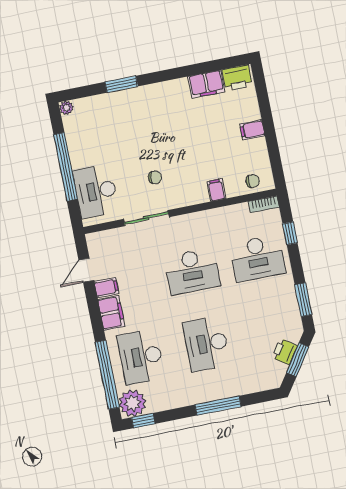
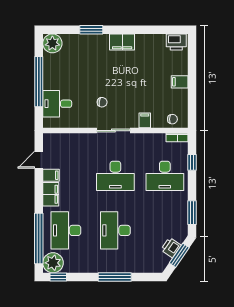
filing cabinet: (206, 84) -> (122, 42), moved
plant: (66, 108) -> (52, 43), width x1.87, depth x1.87
desk: (96, 191) -> (57, 104), width x0.73
sliding door: (146, 218) -> (113, 131), moved

